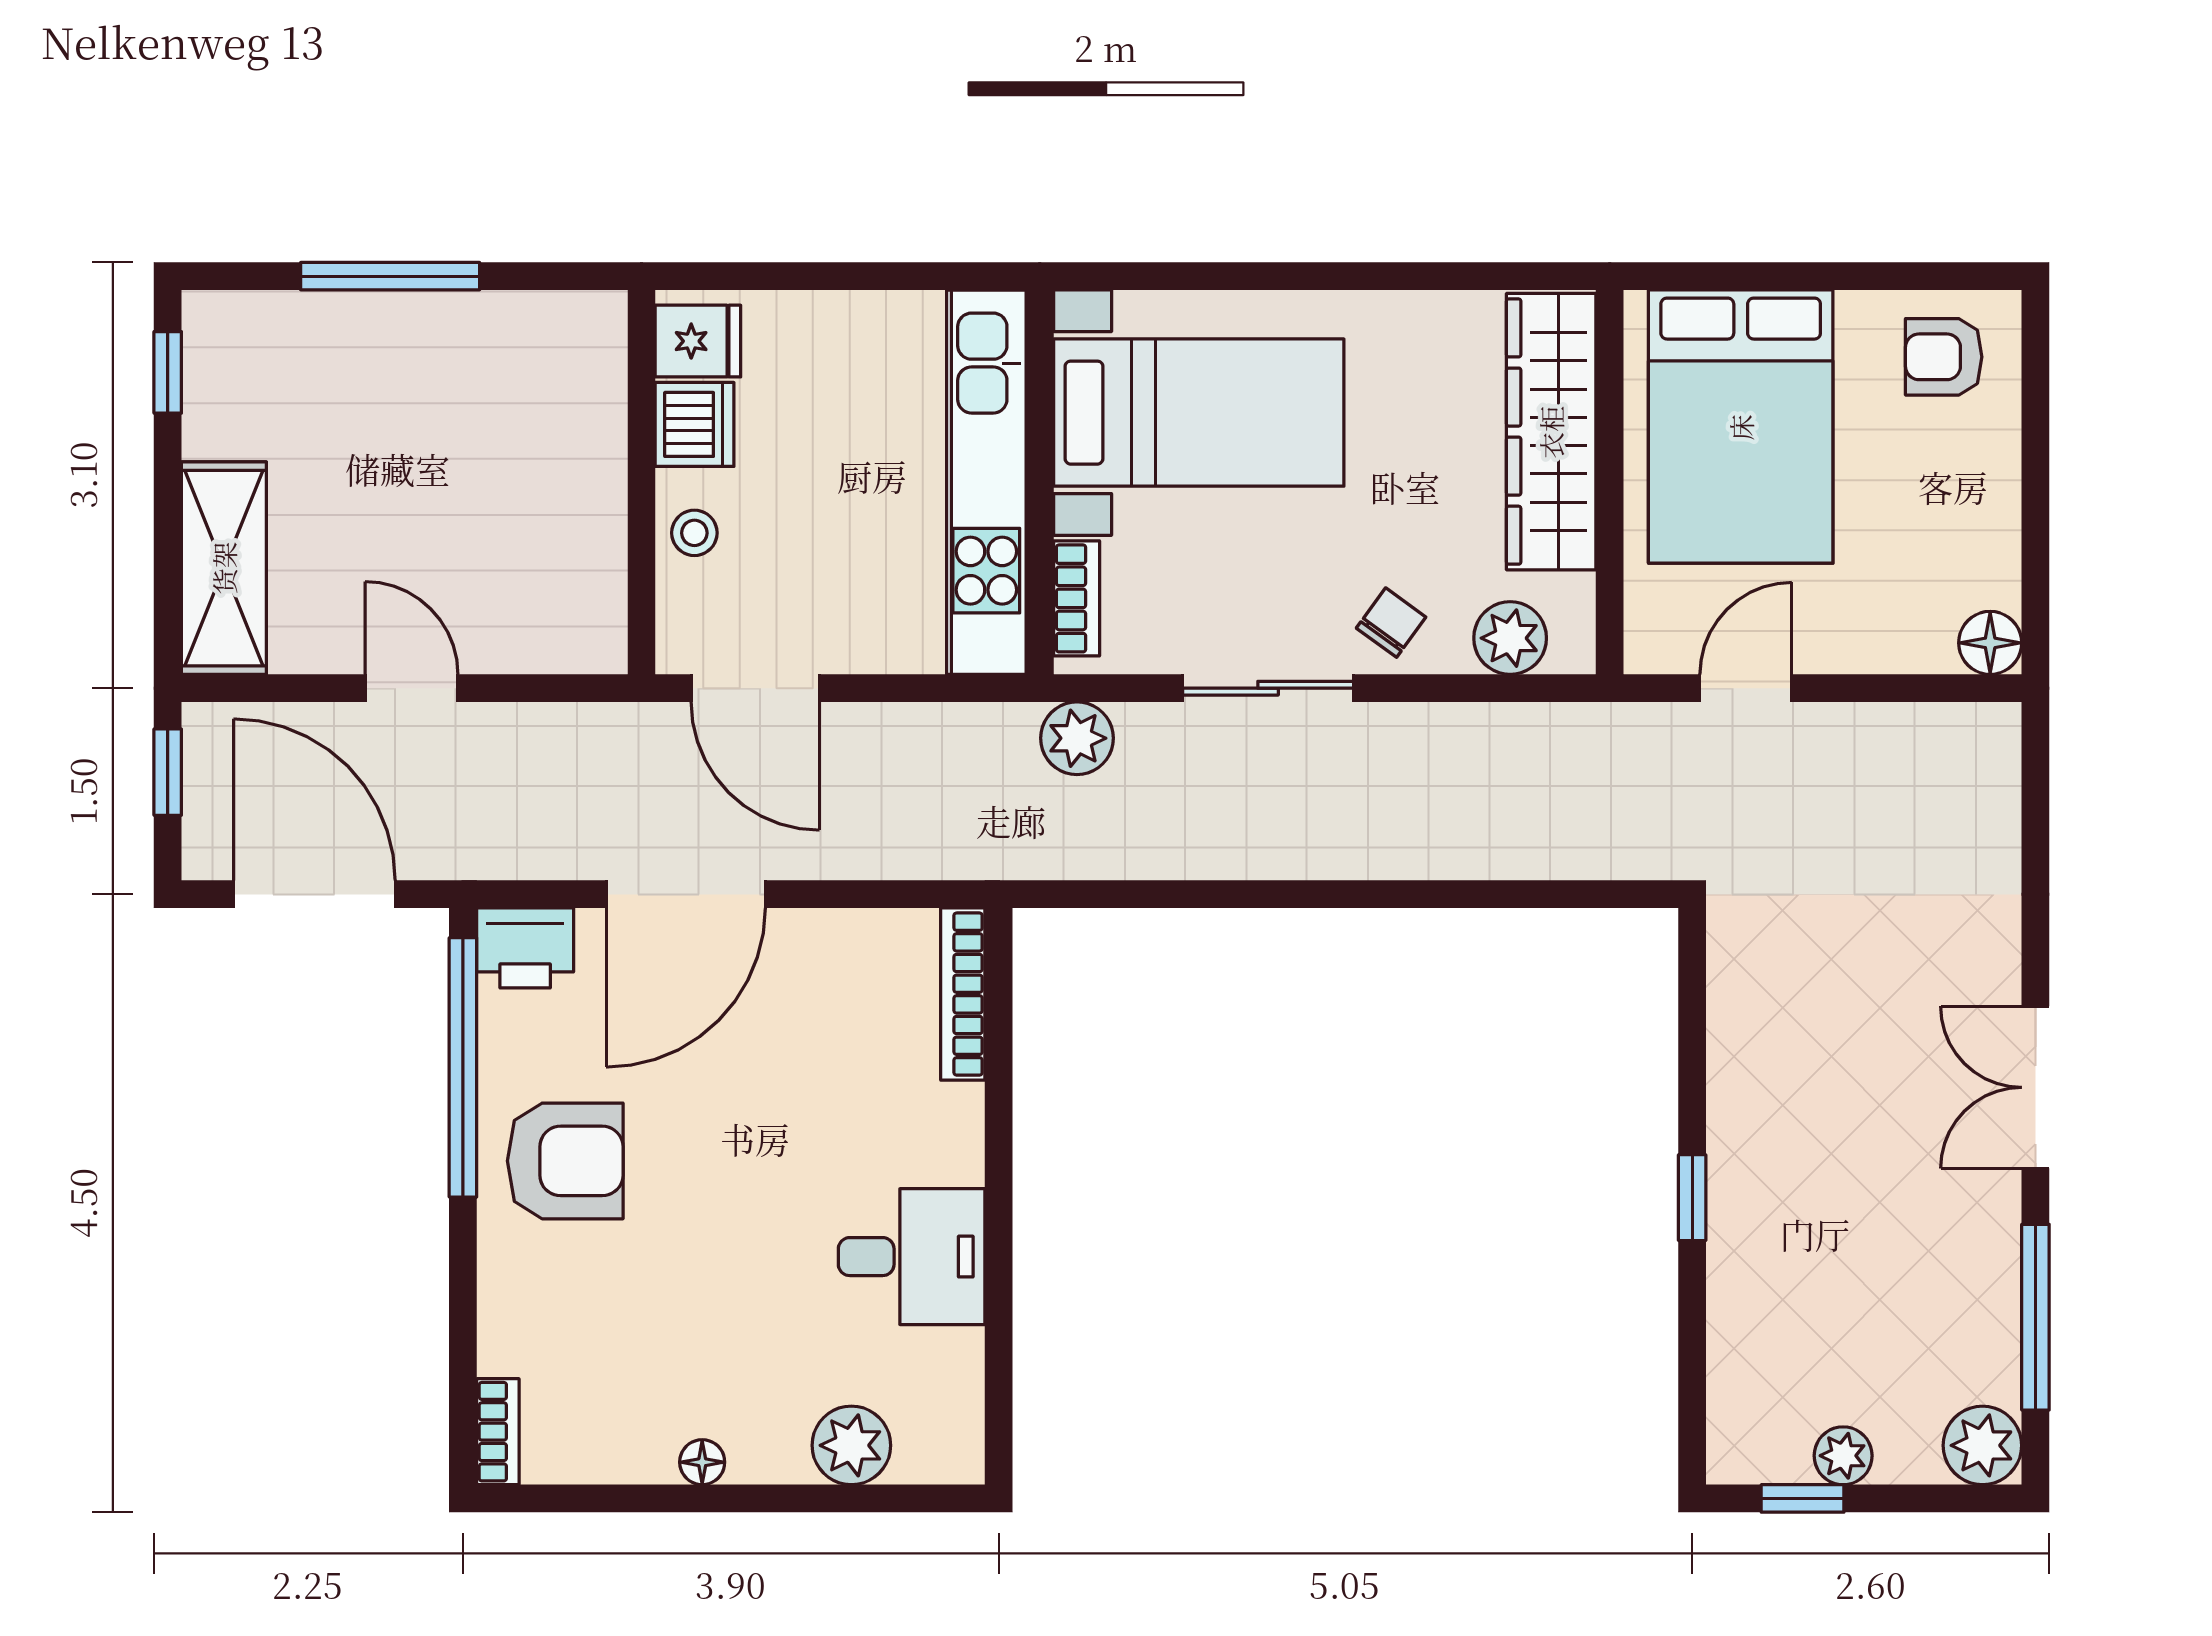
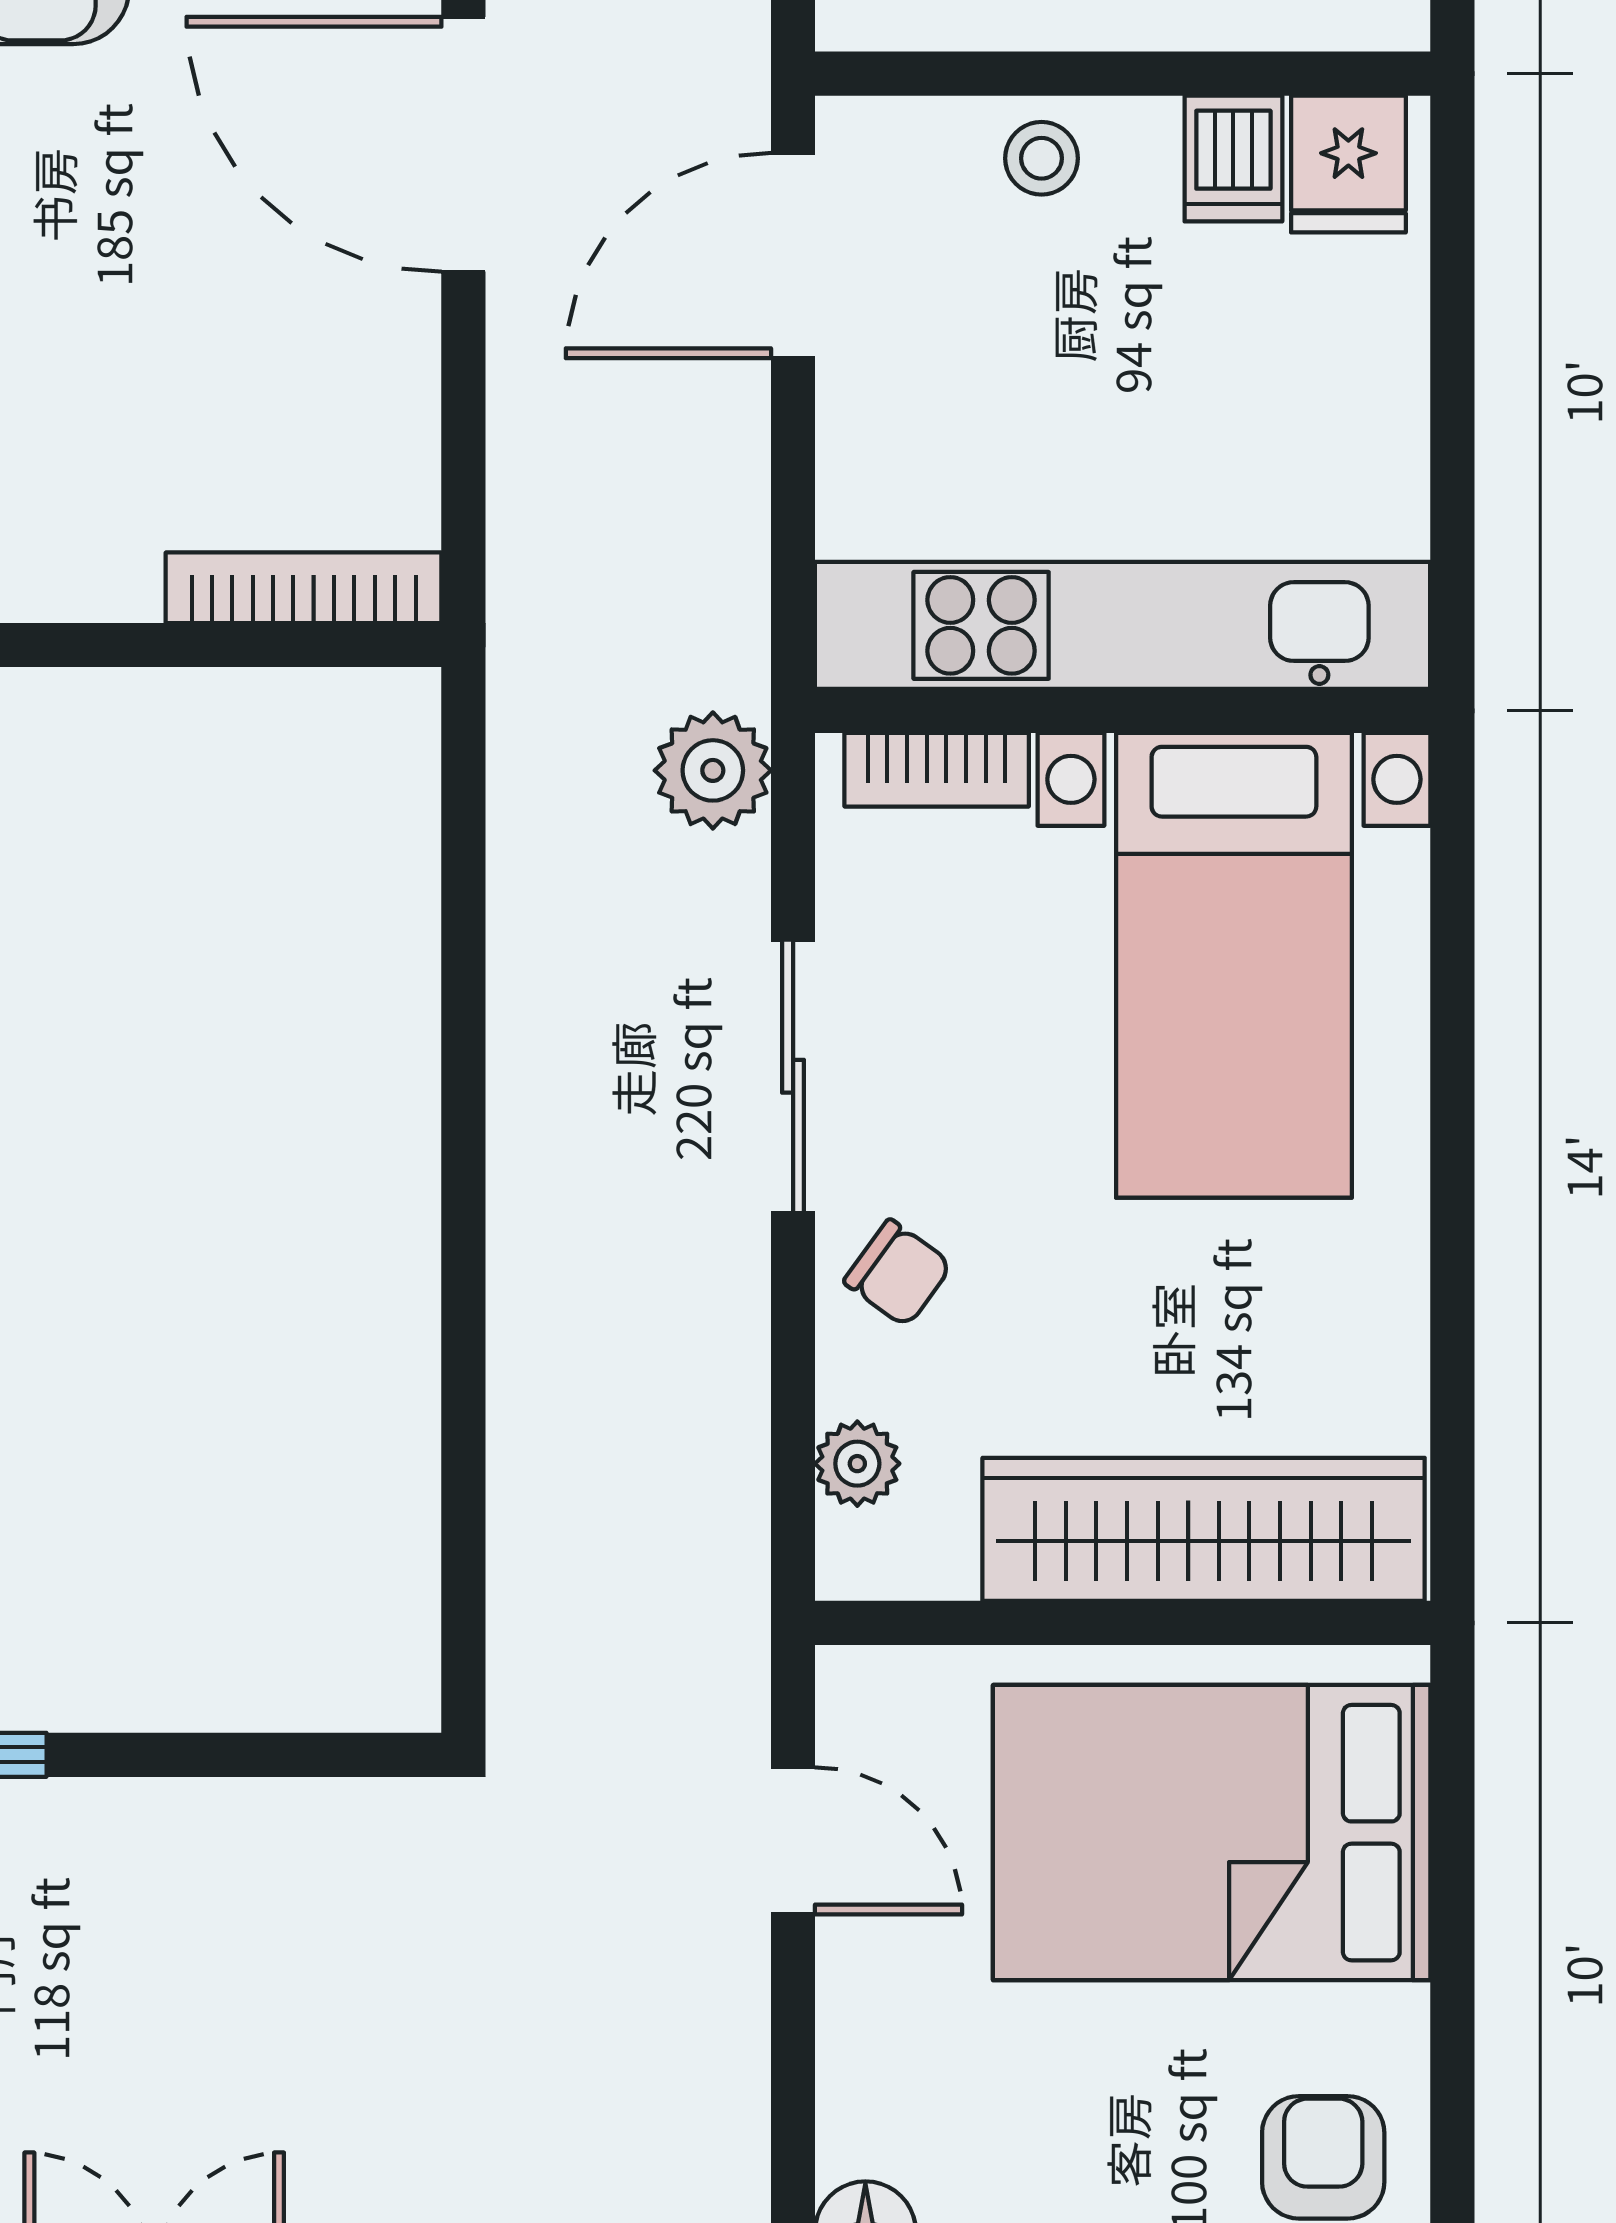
dishwasher: (695, 424) -> (1233, 159), width x0.73
plant: (1510, 638) -> (857, 1464), width x0.73, depth x0.73

